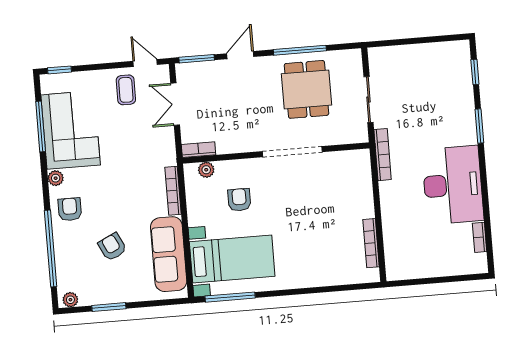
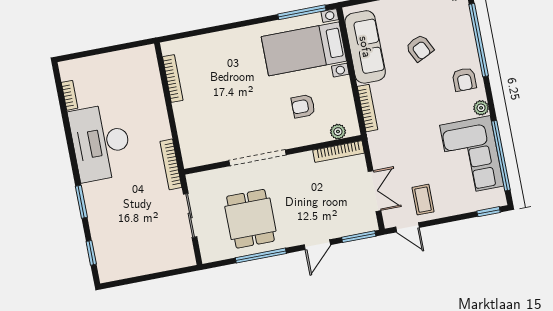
window: (41, 127) -> (501, 156), width x1.46
bookcase: (199, 150) -> (339, 152), width x1.56
armchair: (239, 200) -> (303, 106), turned 90

